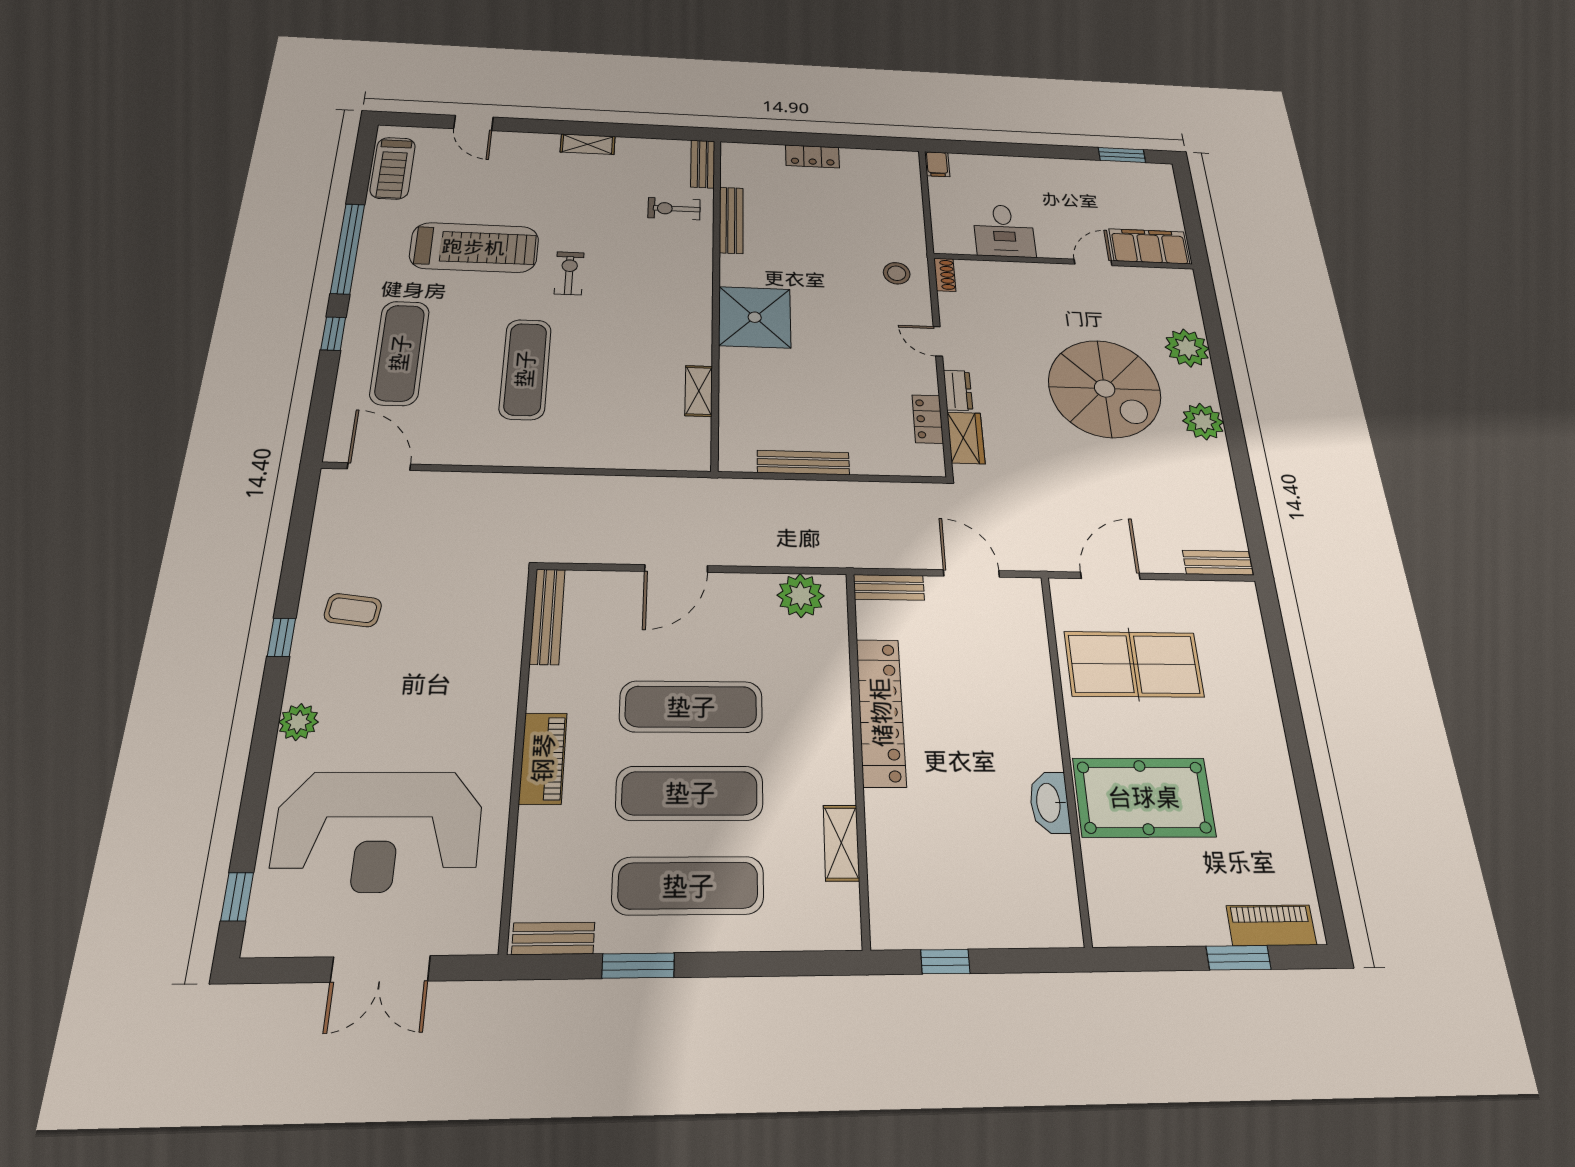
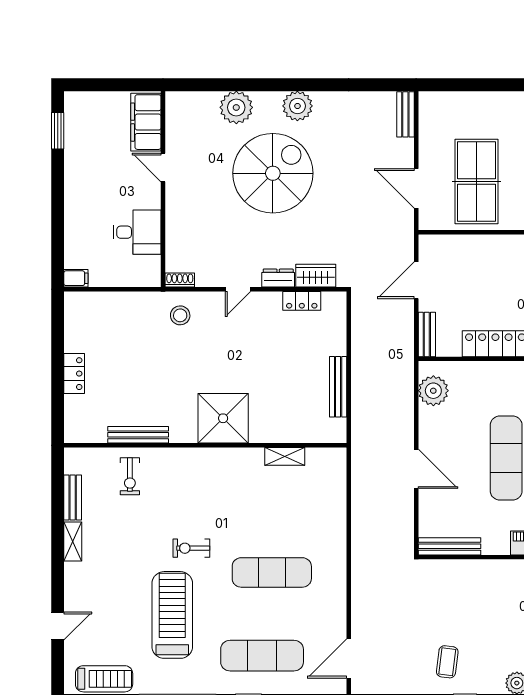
bench: (703, 164) -> (73, 497), moved, turned 90

